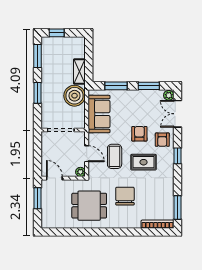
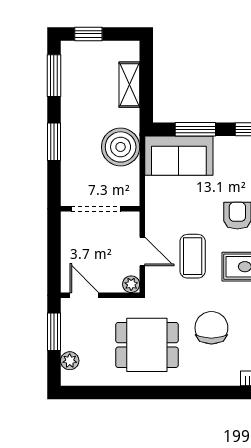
shelving: (79, 72) -> (129, 85), moved
sofa: (99, 114) -> (179, 156), moved, turned 90
plant: (46, 214) -> (70, 361), added

